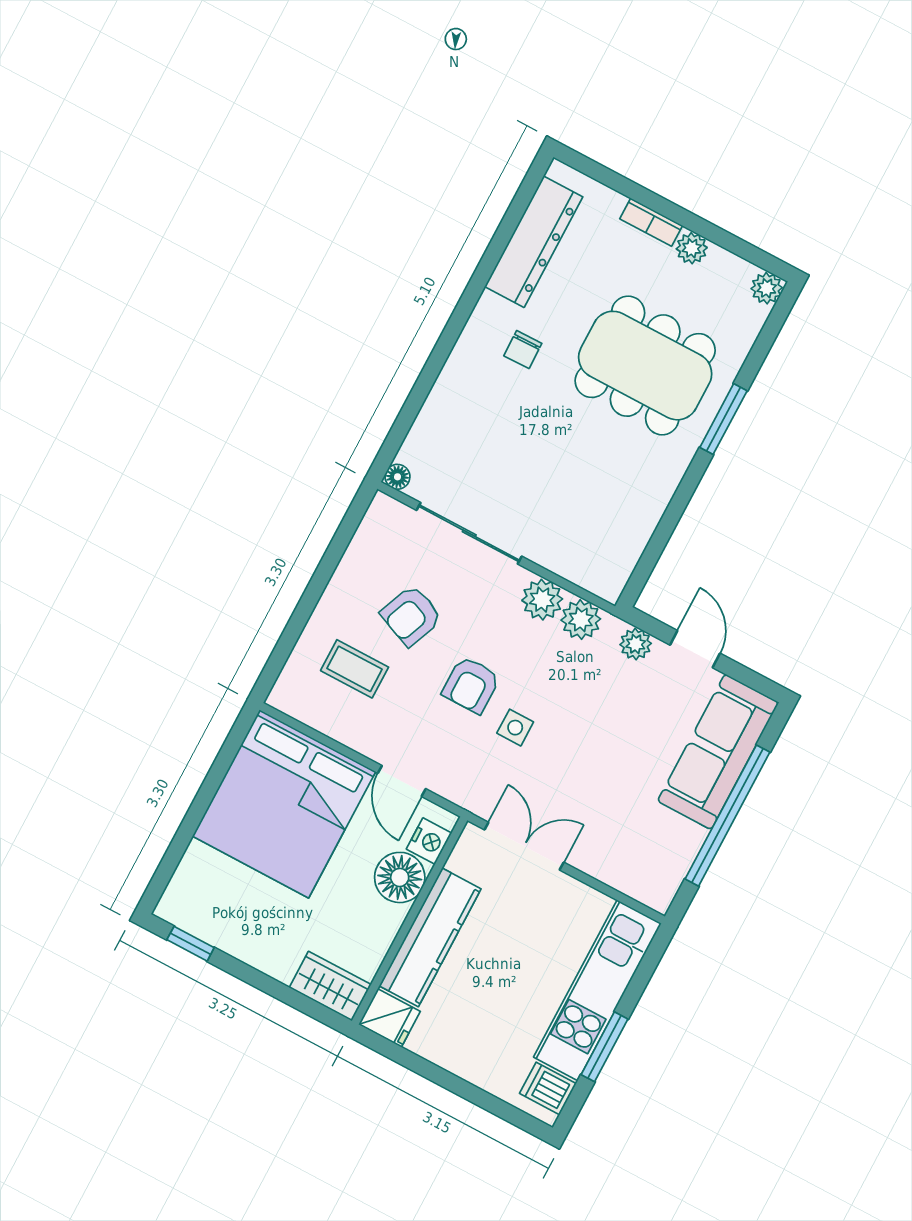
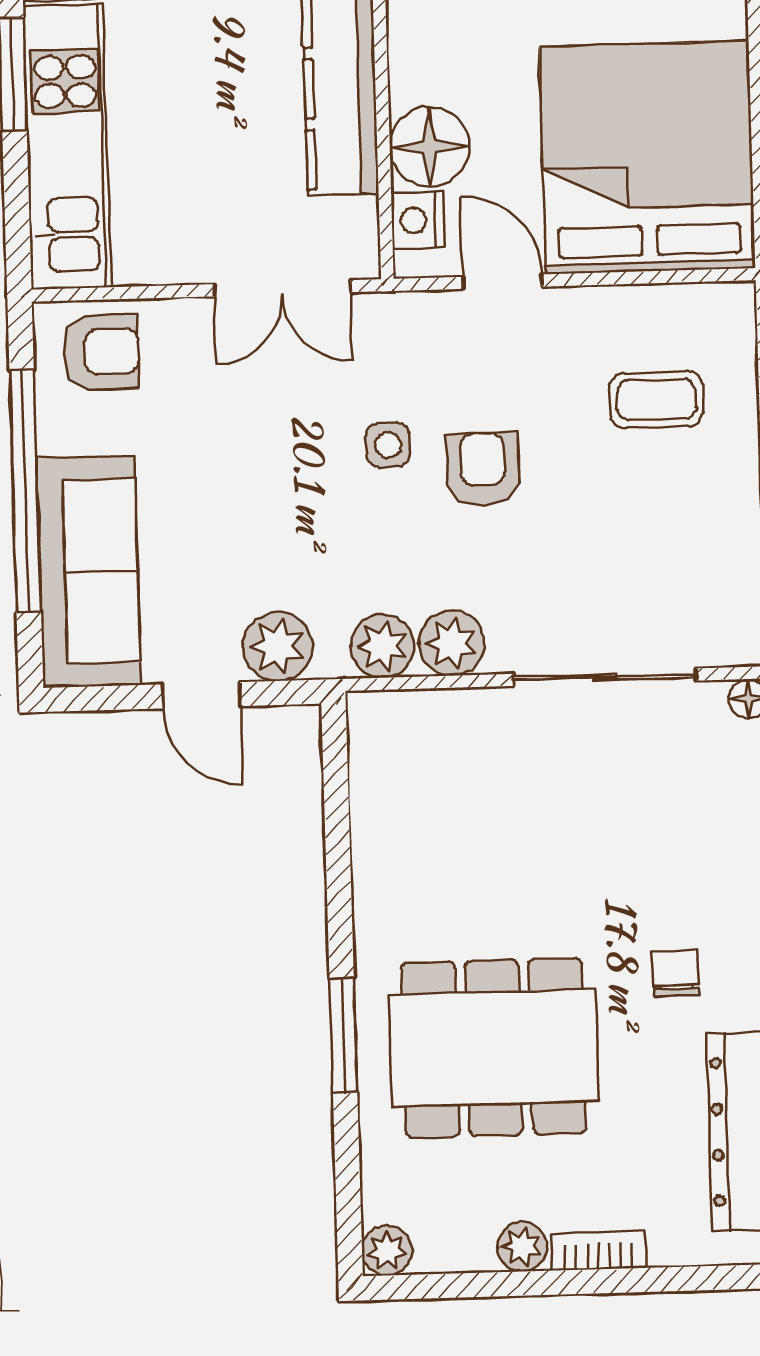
armchair: (411, 616) -> (101, 352), moved, turned 68
plant: (636, 644) -> (278, 646), width x1.38, depth x1.38

